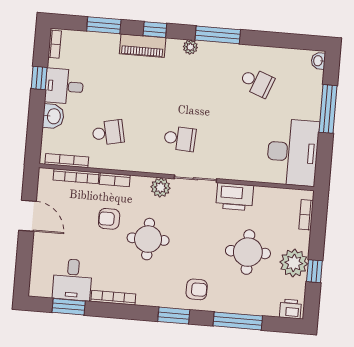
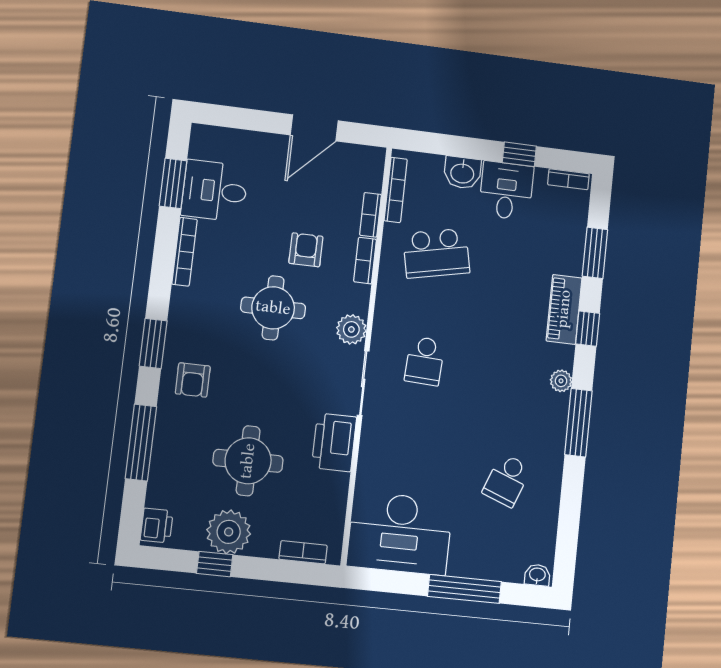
school desk: (108, 133) -> (436, 253), width x1.85
bookcase: (76, 176) -> (370, 215), width x0.64

